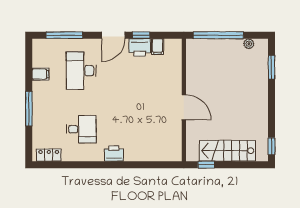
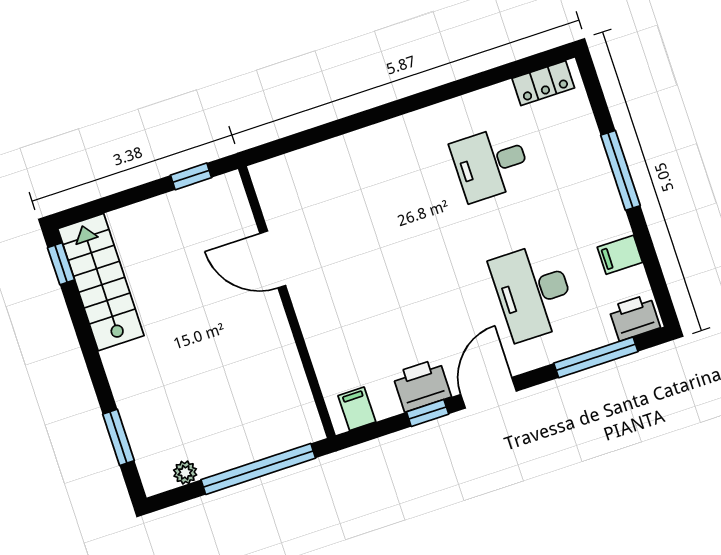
filing cabinet: (157, 47) -> (357, 409), moved
desk: (81, 71) -> (533, 292), turned 180
door: (184, 107) -> (273, 259), moved
stairs: (227, 151) -> (101, 282), moved, turned -90
printer: (114, 153) -> (634, 317), moved, turned 180

